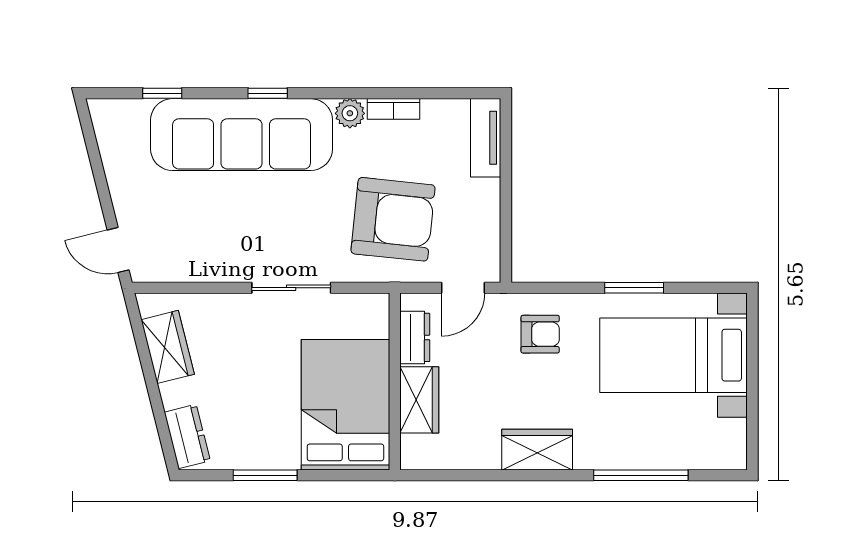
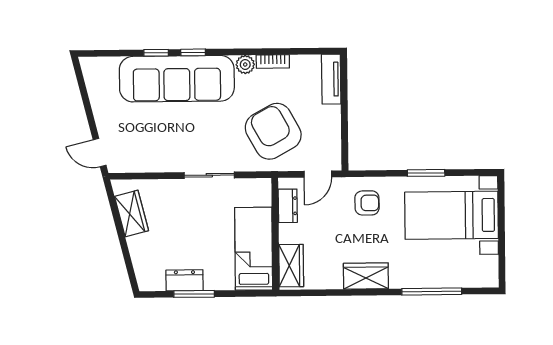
window: (162, 93) -> (156, 53), moved
armchair: (393, 219) -> (273, 131), turned -125
wardrobe: (419, 400) -> (291, 266), moved
bed: (345, 405) -> (254, 249), width x0.67
dresser: (187, 436) -> (185, 280), moved, turned -76

